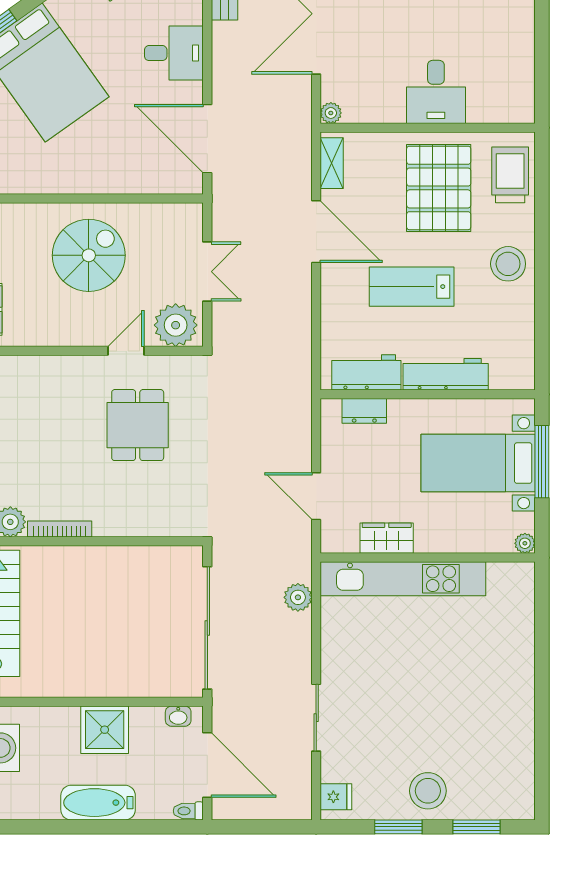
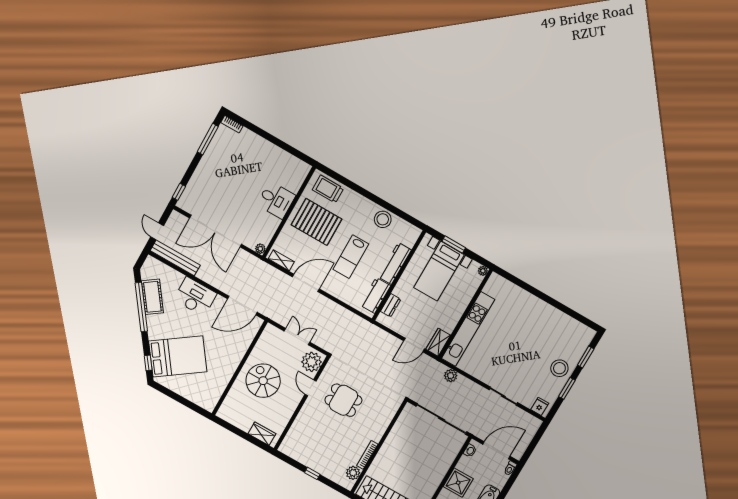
desk: (174, 53) -> (195, 297), width x1.37
stool: (508, 264) -> (383, 219), moved
window: (542, 462) -> (454, 245), width x0.69
wardrobe: (387, 538) -> (438, 342), moved

